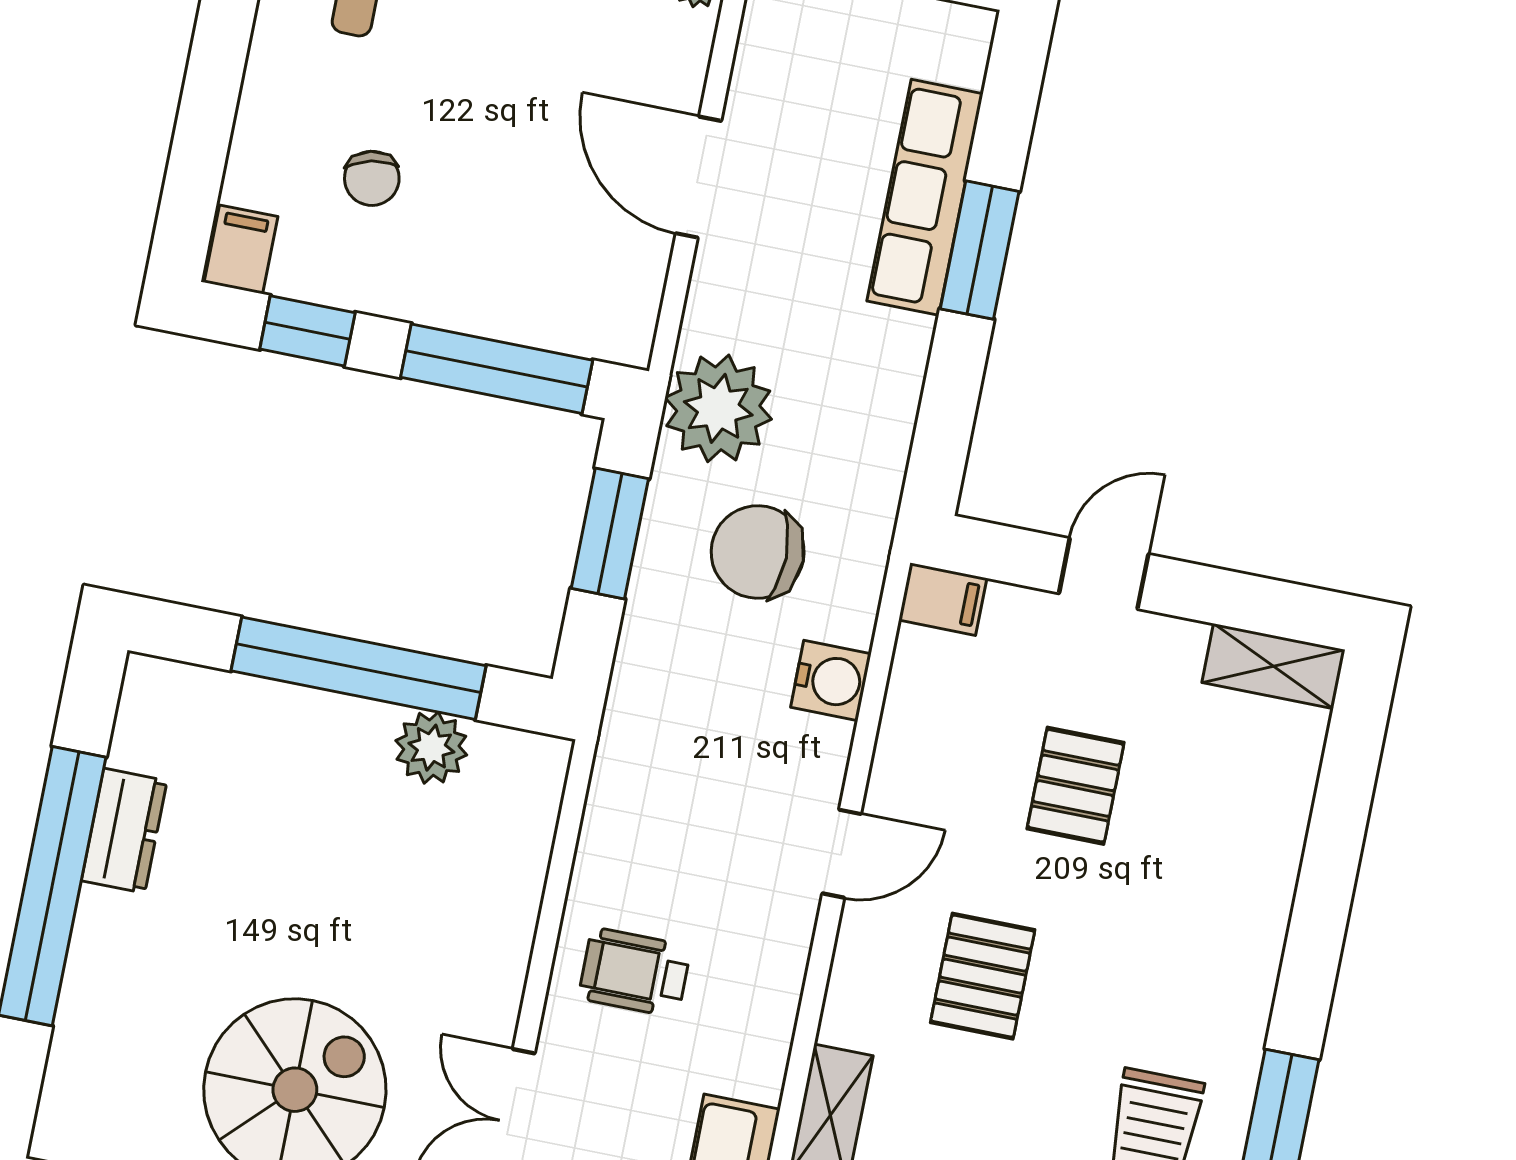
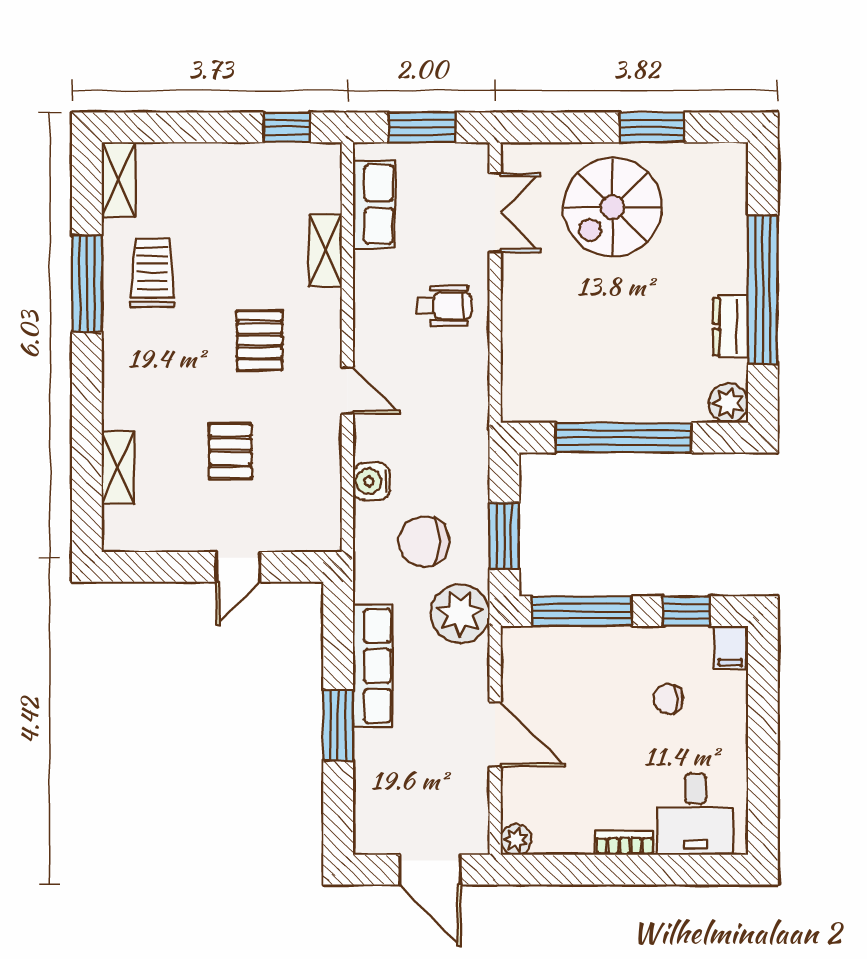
chair: (372, 178) -> (668, 699), turned -77
row of seats: (925, 197) -> (373, 666), moved
chair: (758, 552) -> (424, 542), turned 180
filing cabinet: (943, 599) -> (321, 536), removed
shelving: (1273, 666) -> (118, 468), moved, turned 90
plant: (431, 748) -> (728, 403), moved
door: (842, 854) -> (347, 390), swing flipped

